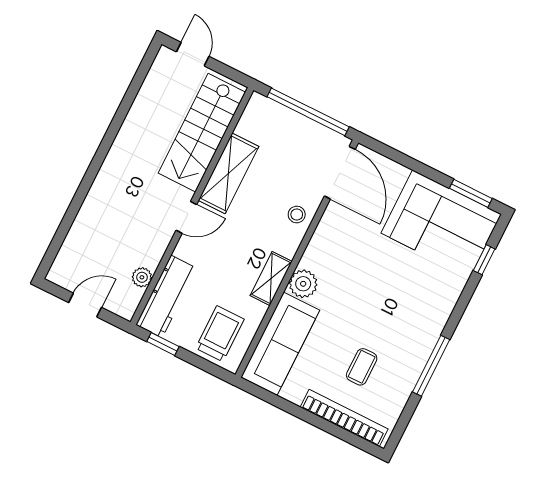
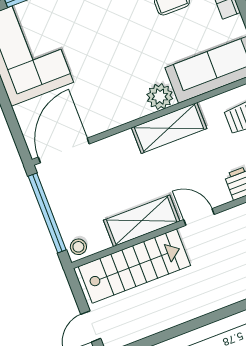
stool: (297, 215) -> (78, 247), moved
shelving: (271, 278) -> (169, 128), width x1.50, depth x1.33

